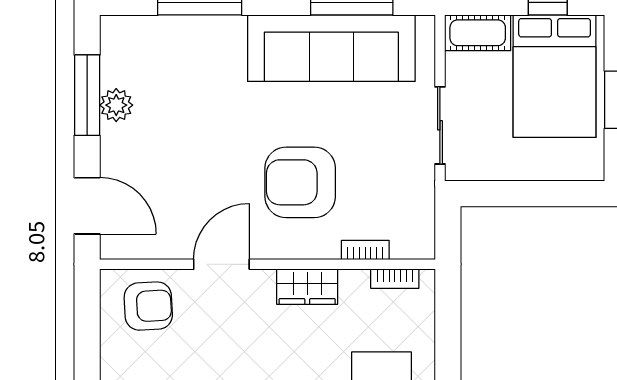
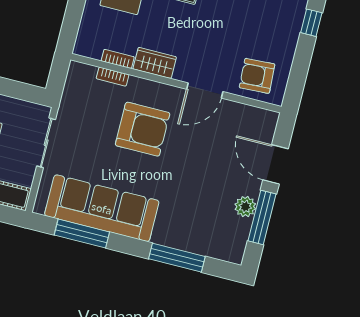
door: (87, 206) -> (275, 164), moved
bookcase: (395, 279) -> (118, 59), moved

